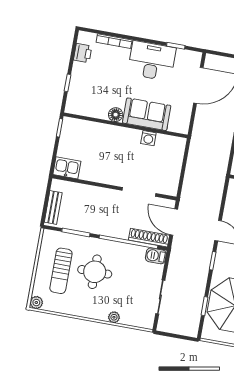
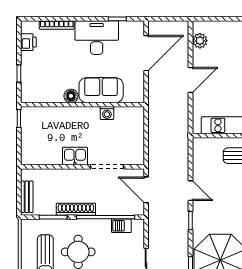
kitchen sink: (67, 168) -> (75, 156), moved
shoe rack: (149, 238) -> (76, 209), moved
barbecue: (156, 256) -> (121, 226), moved

